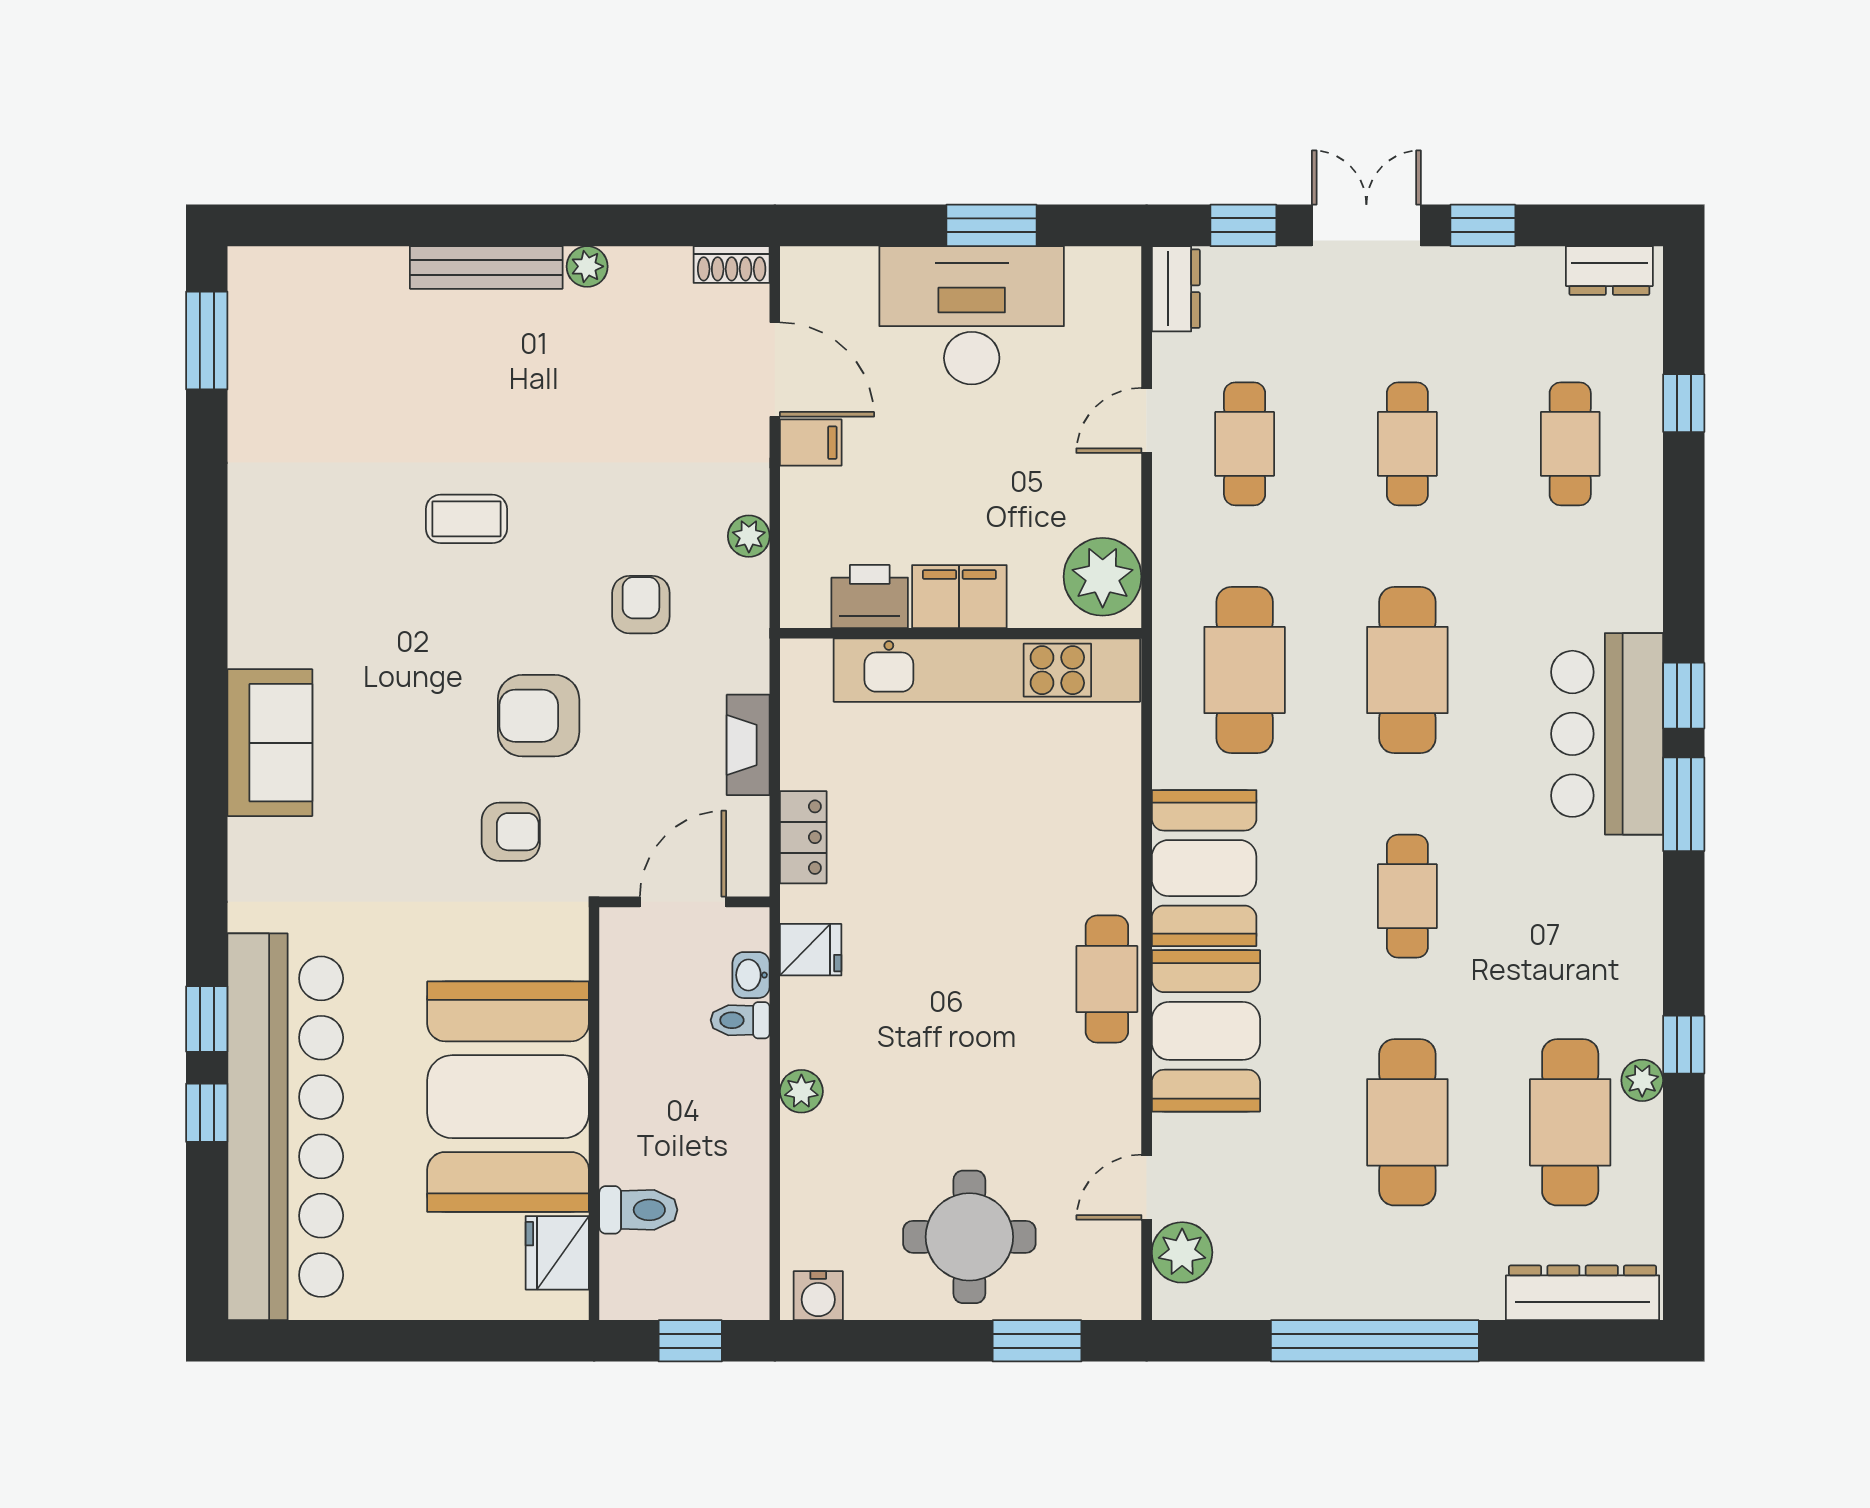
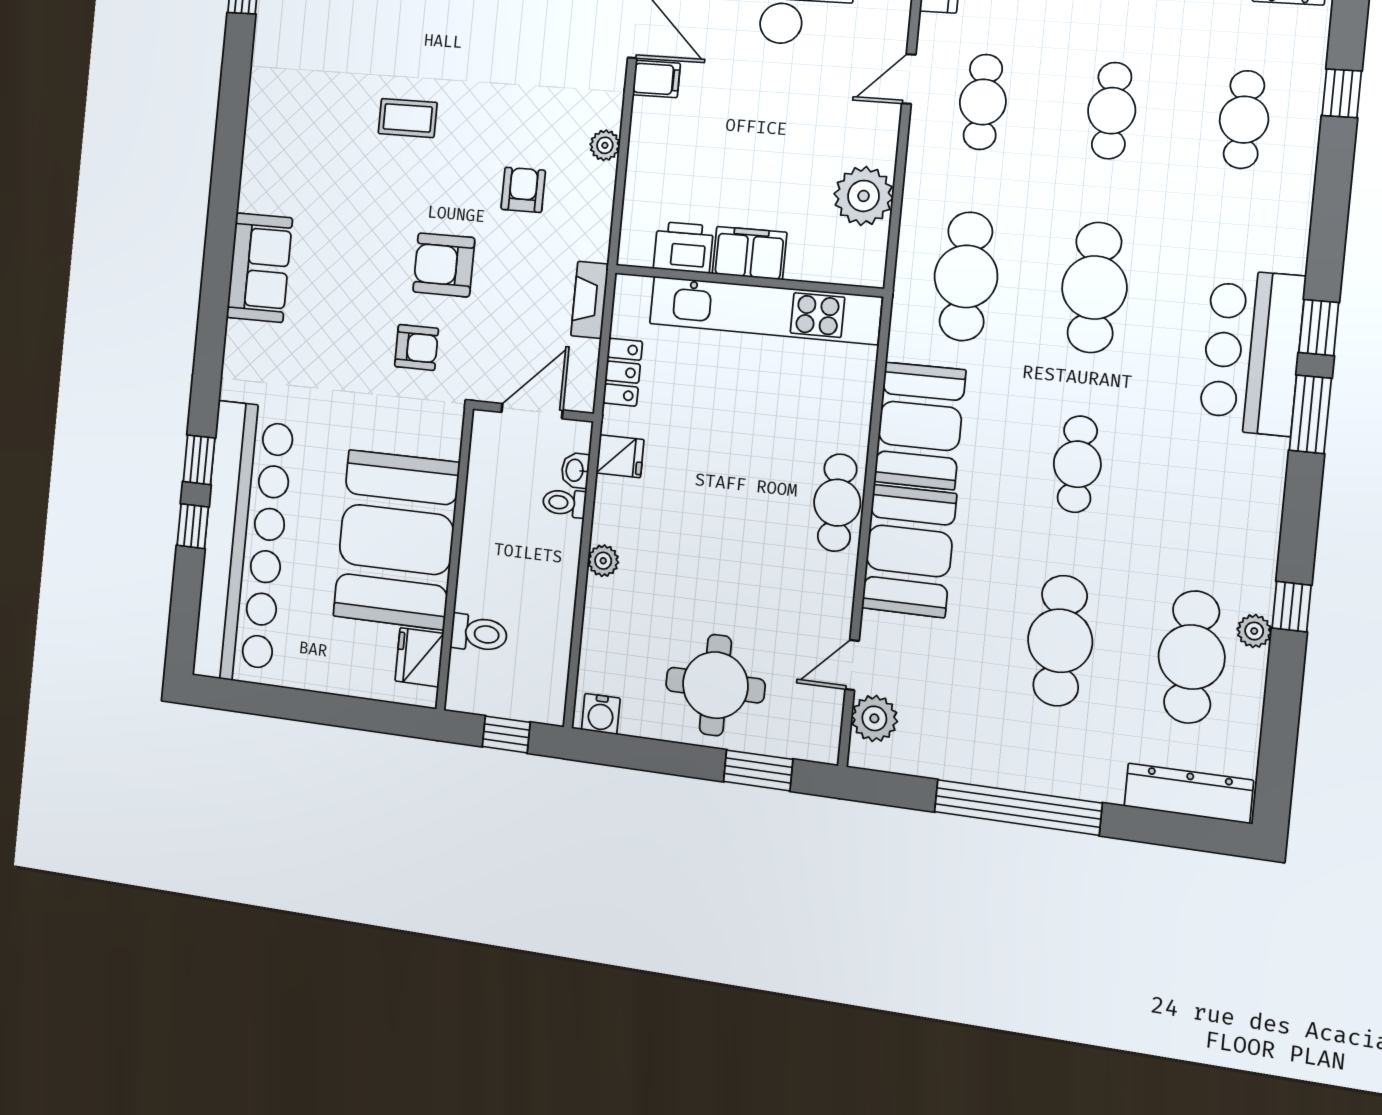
printer: (870, 597) -> (683, 247), moved
filing cabinet: (959, 597) -> (750, 253), moved
wall: (961, 633) -> (748, 281), moved
kitchen unit: (987, 670) -> (765, 310), moved

